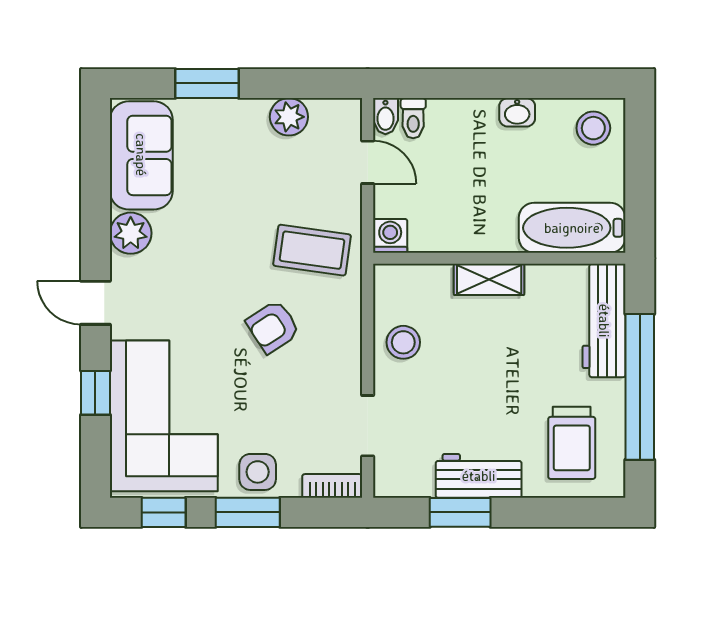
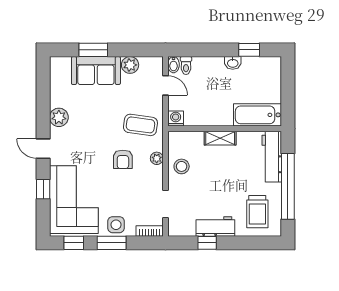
window: (554, 83) -> (249, 50), added
stool: (593, 128) -> (267, 70), removed
sofa: (141, 155) -> (96, 71), moved, turned 90
plant: (348, 324) -> (157, 158), added
armchair: (273, 327) -> (123, 159), turned -57
window: (460, 512) -> (207, 243), width x0.67

